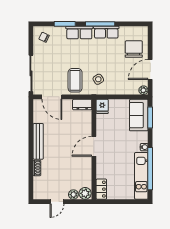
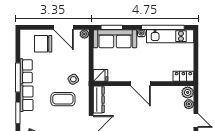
coffee table: (75, 80) -> (63, 99), moved
dresser: (82, 105) -> (99, 100), width x1.44
sofa: (139, 115) -> (115, 39), width x1.36

